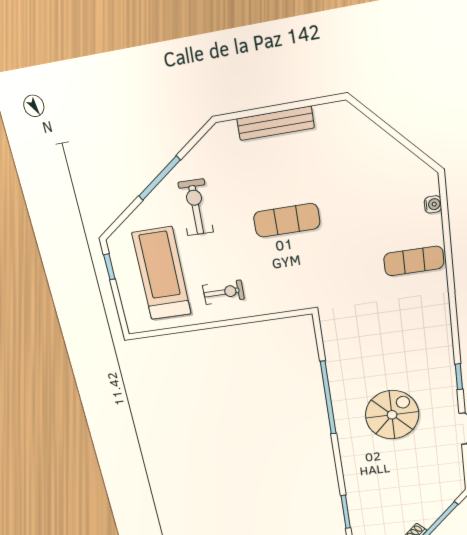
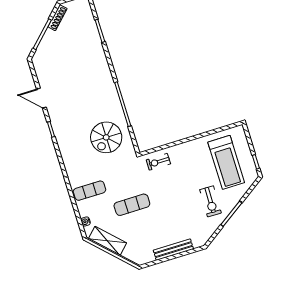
shelving: (399, 160) -> (107, 241), added
exercise mat: (287, 220) -> (132, 205), moved
exercise bike: (223, 292) -> (158, 162), moved
spiral stairs: (392, 415) -> (106, 137), moved

